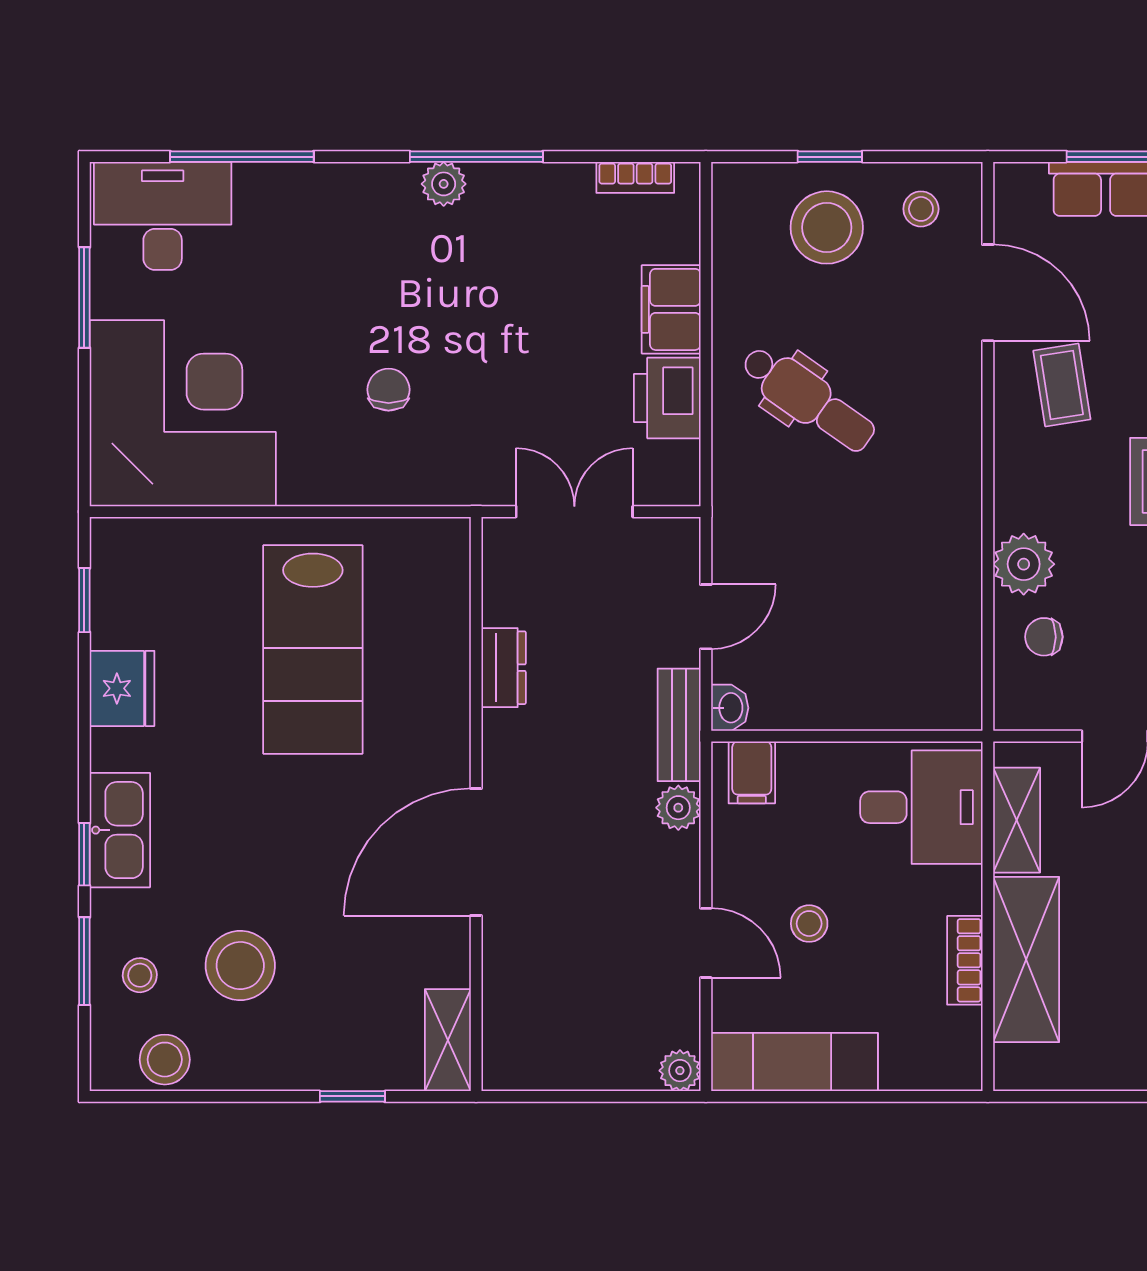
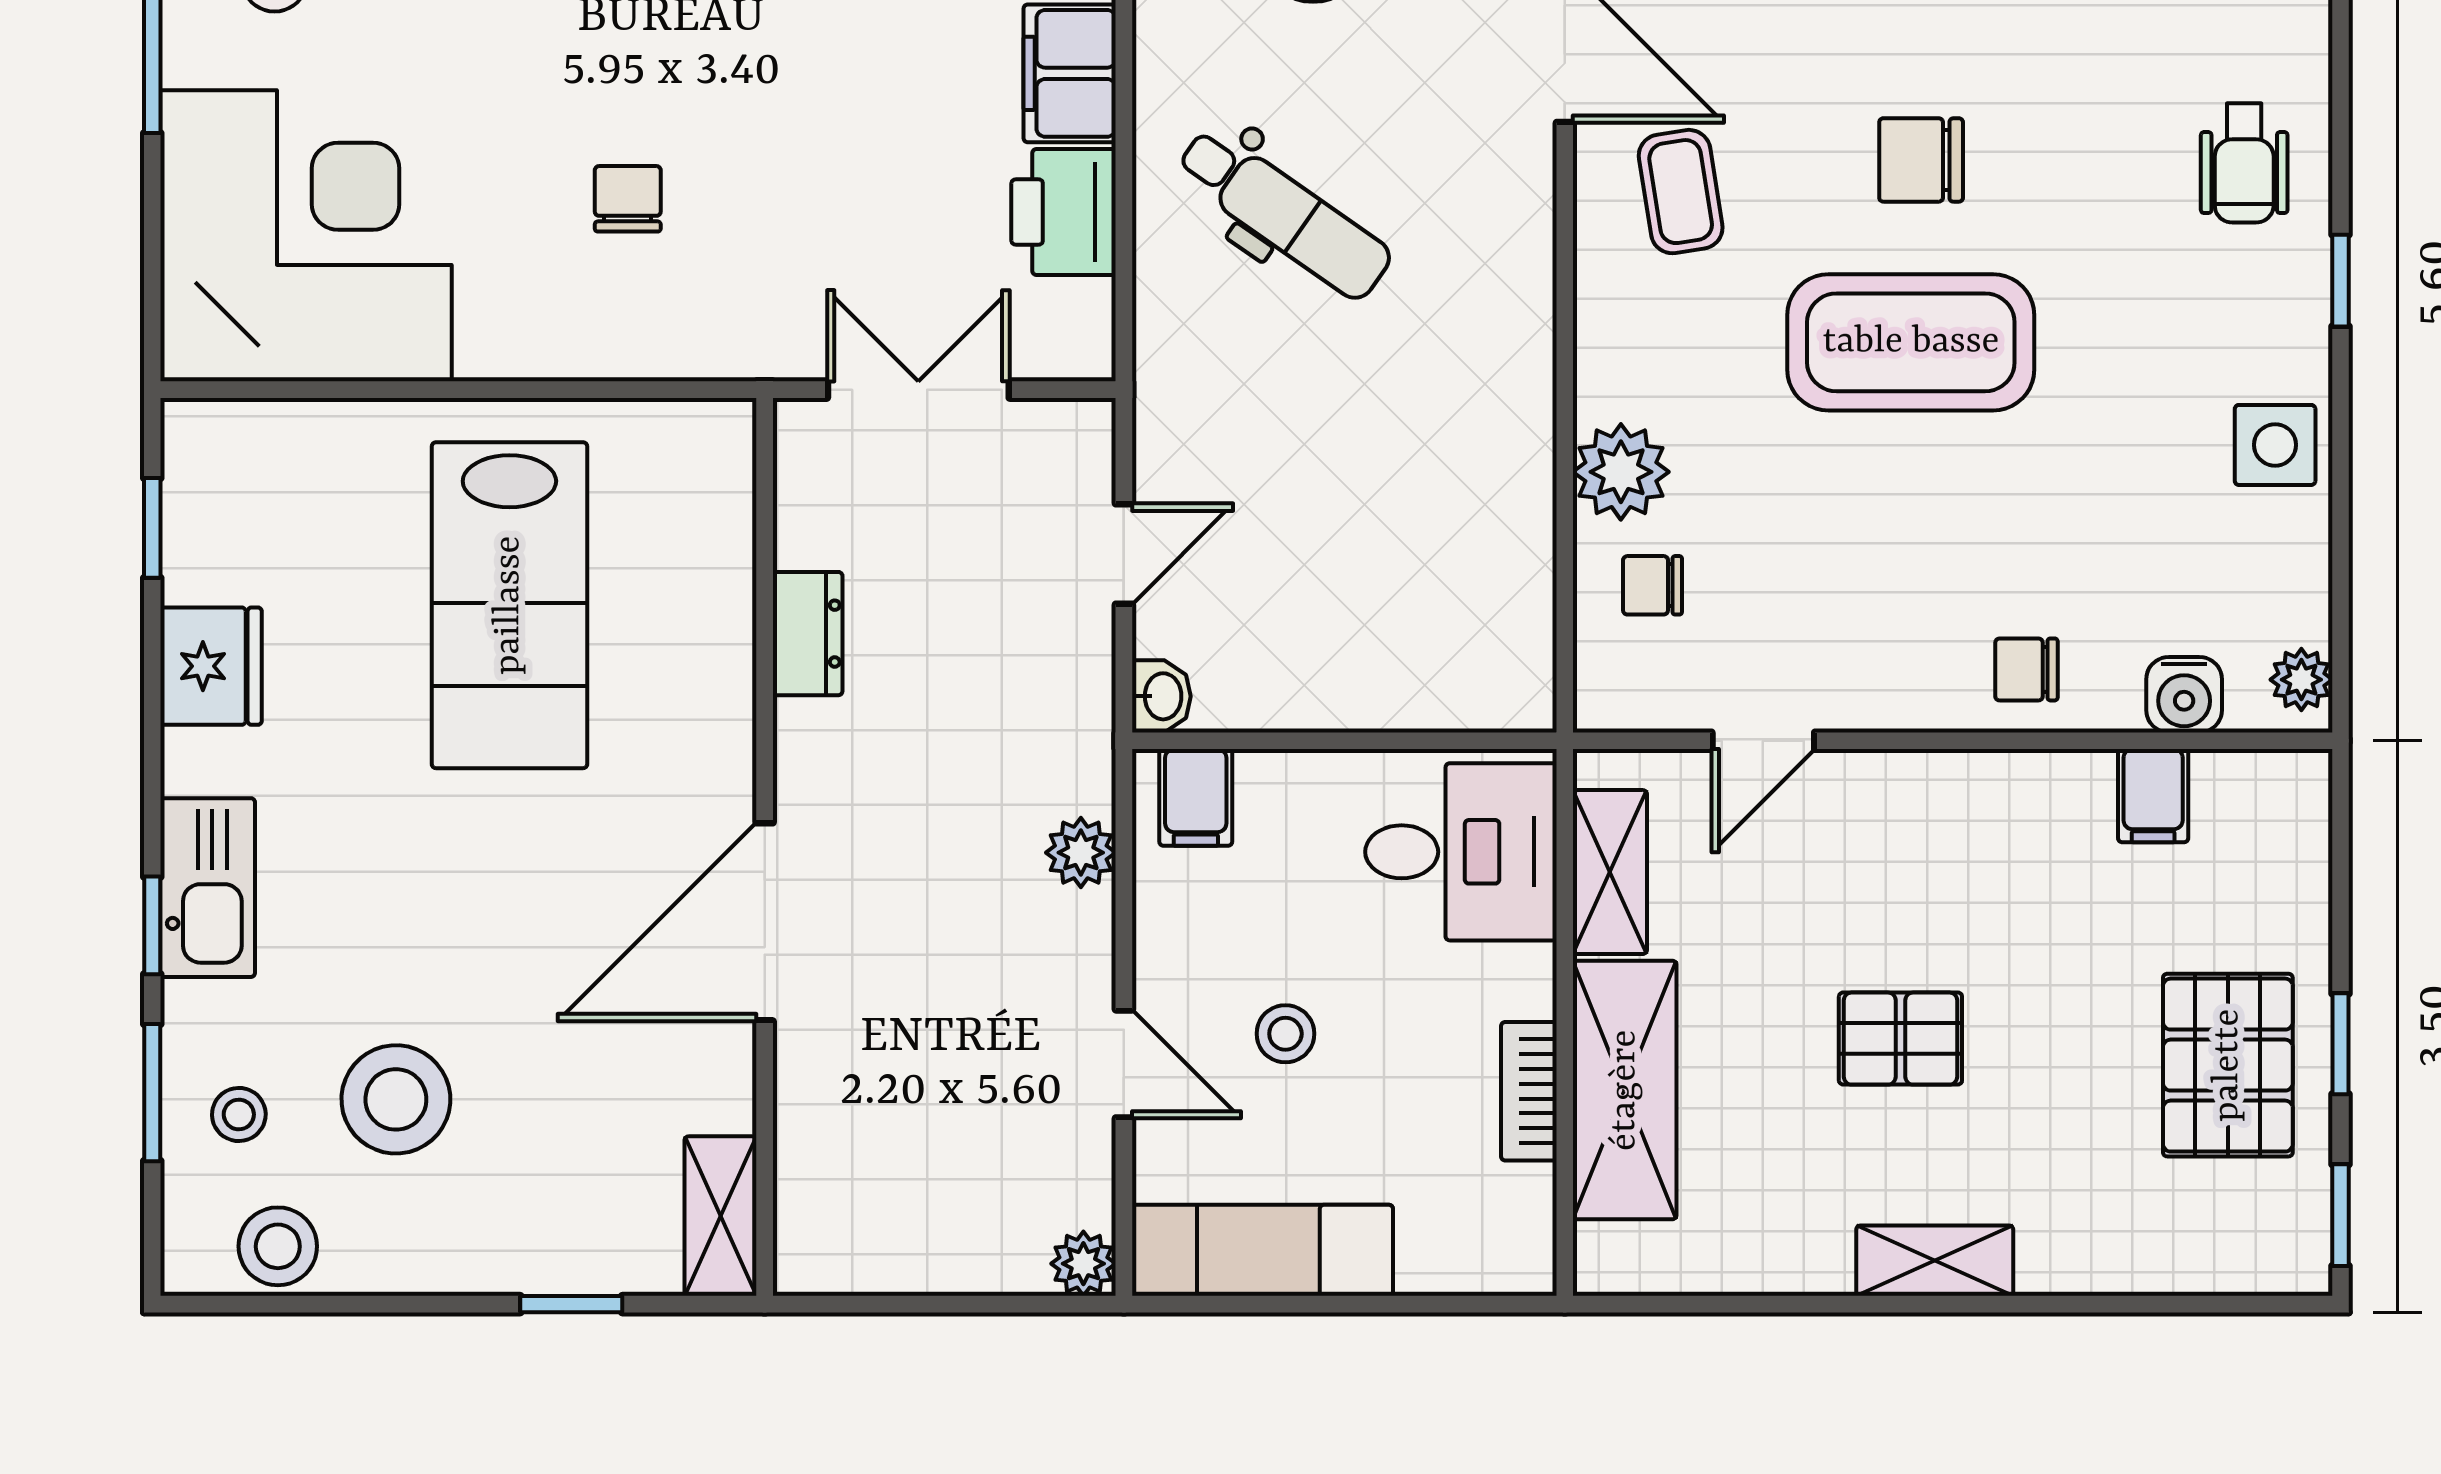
bench: (679, 725) -> (1082, 723), removed

